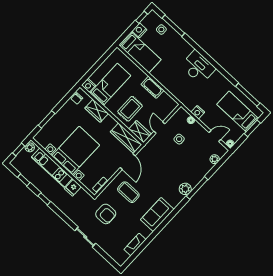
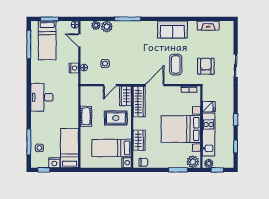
plant: (42, 136) -> (193, 162), added
plant: (185, 189) -> (107, 27), moved

